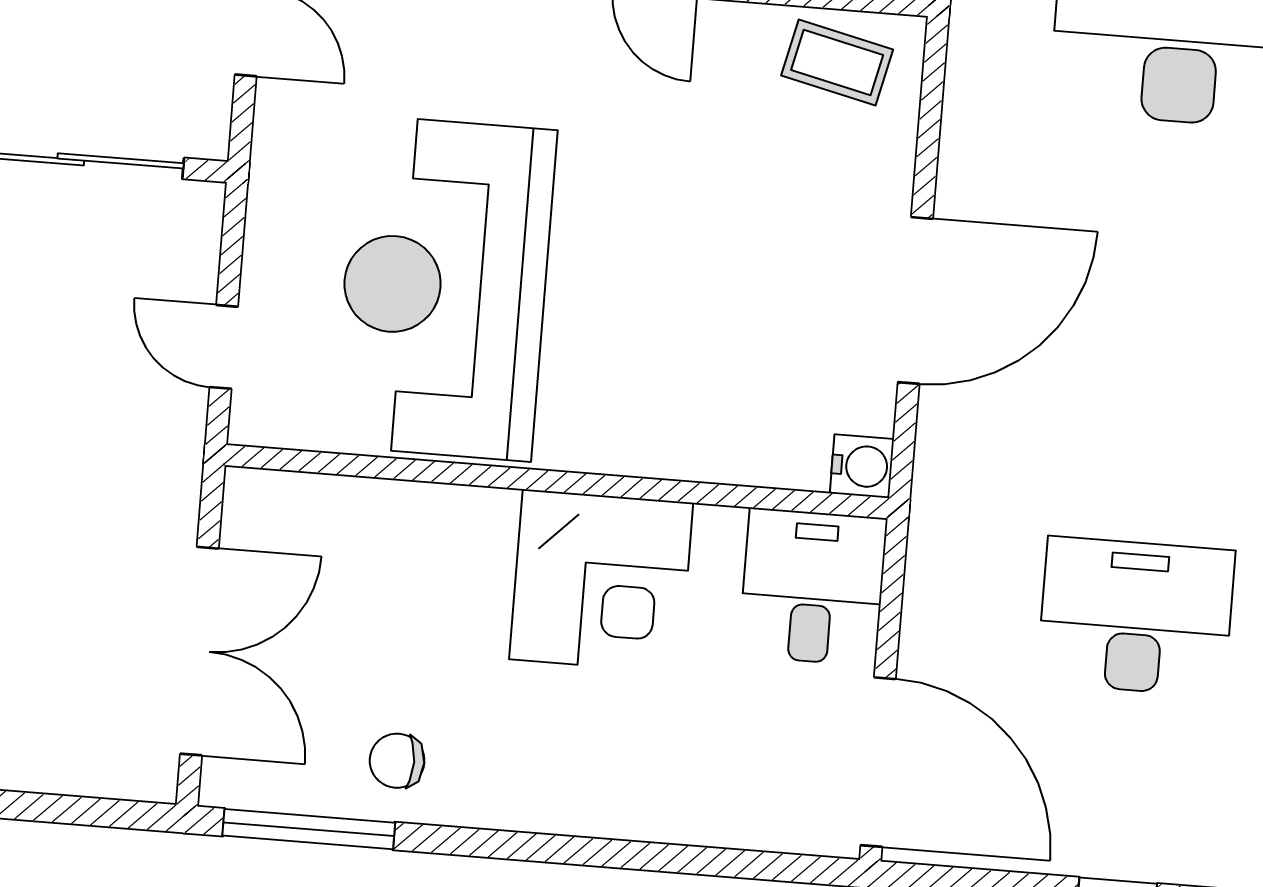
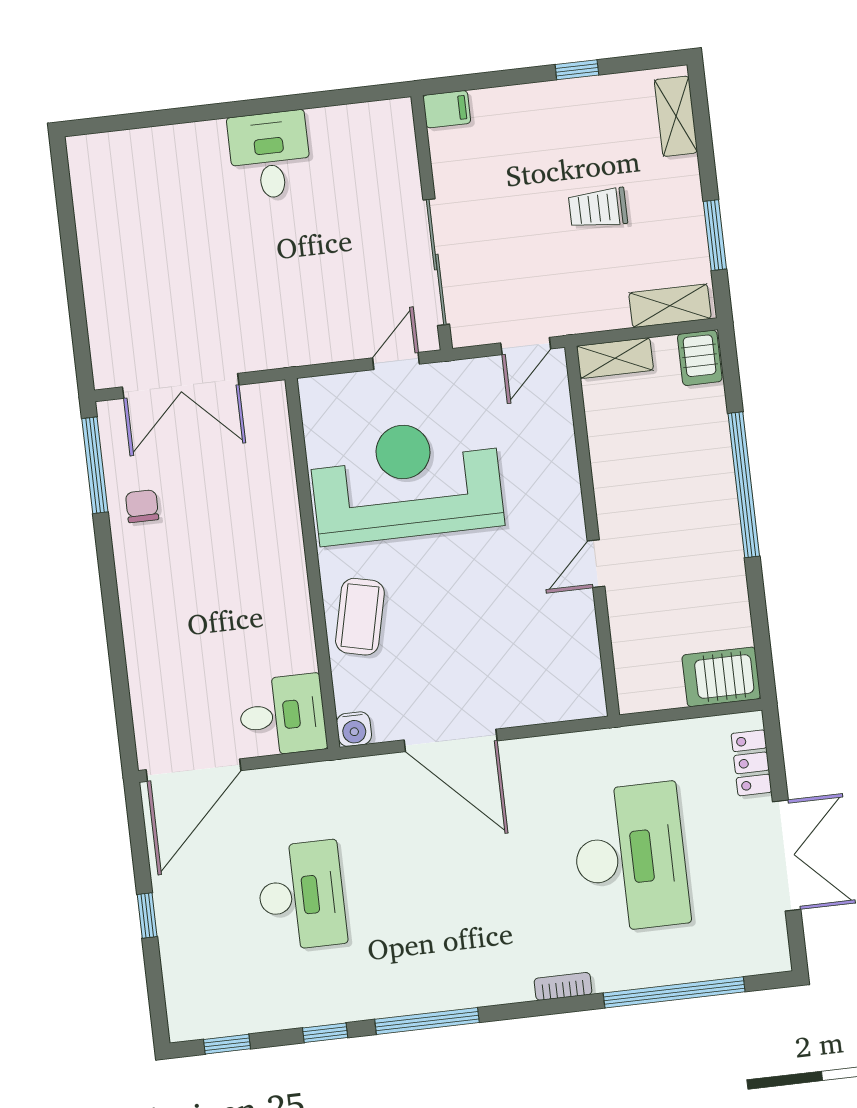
coffee table: (837, 63) -> (360, 617), moved, width x1.36, depth x1.30
door: (224, 347) -> (396, 361), moved
corner desk: (601, 581) -> (263, 599), removed

